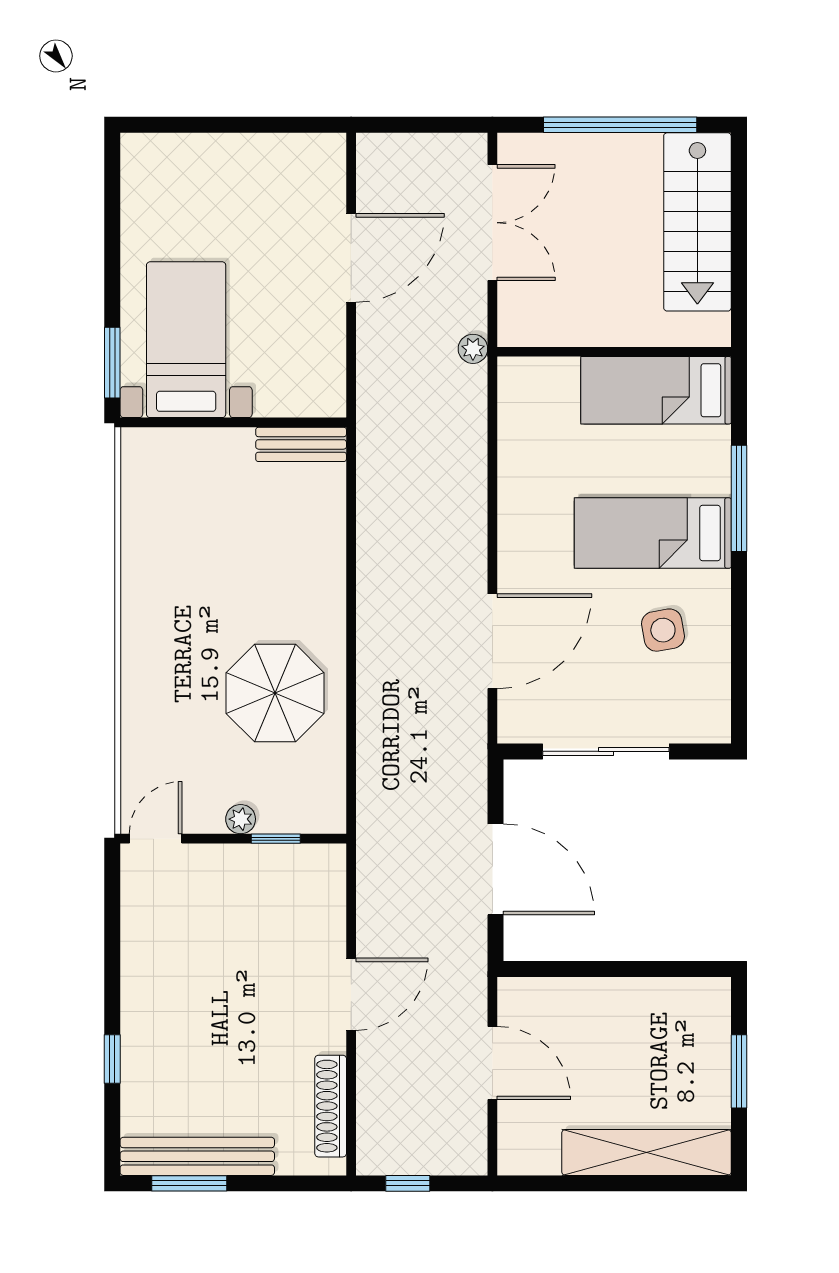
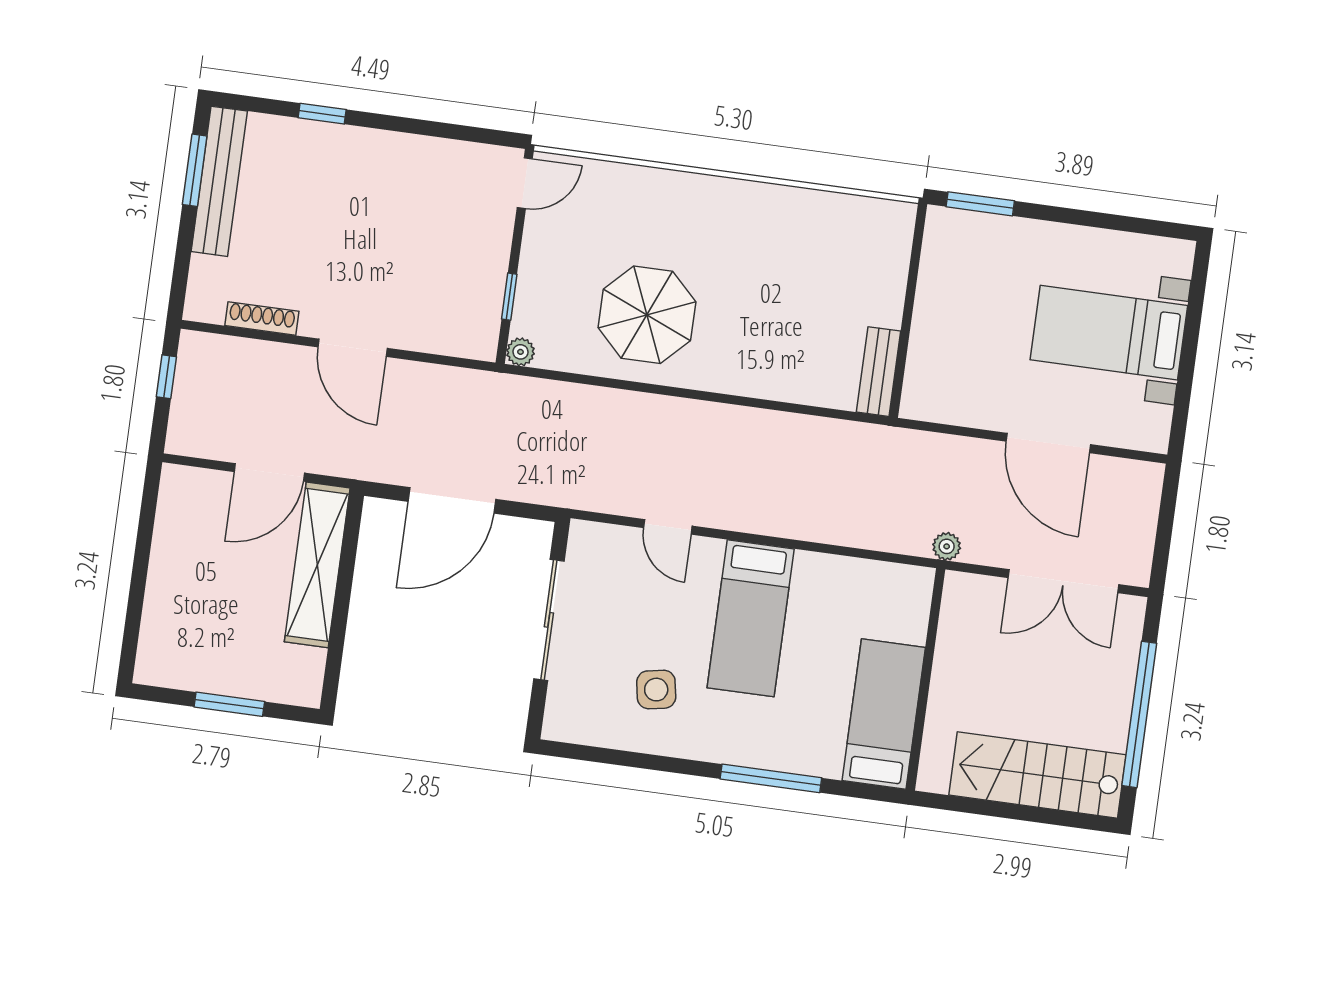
bed with nightstands: (186, 340) -> (1109, 333), moved, turned 180
bed: (653, 533) -> (751, 618), moved, turned 180
door: (492, 641) -> (668, 527), width x0.53
plant: (241, 819) -> (520, 352), moved
door: (156, 839) -> (525, 183), hinge flipped
shoe rack: (331, 1106) -> (262, 318), width x0.74, depth x0.81
shelving: (647, 1152) -> (317, 565), moved

